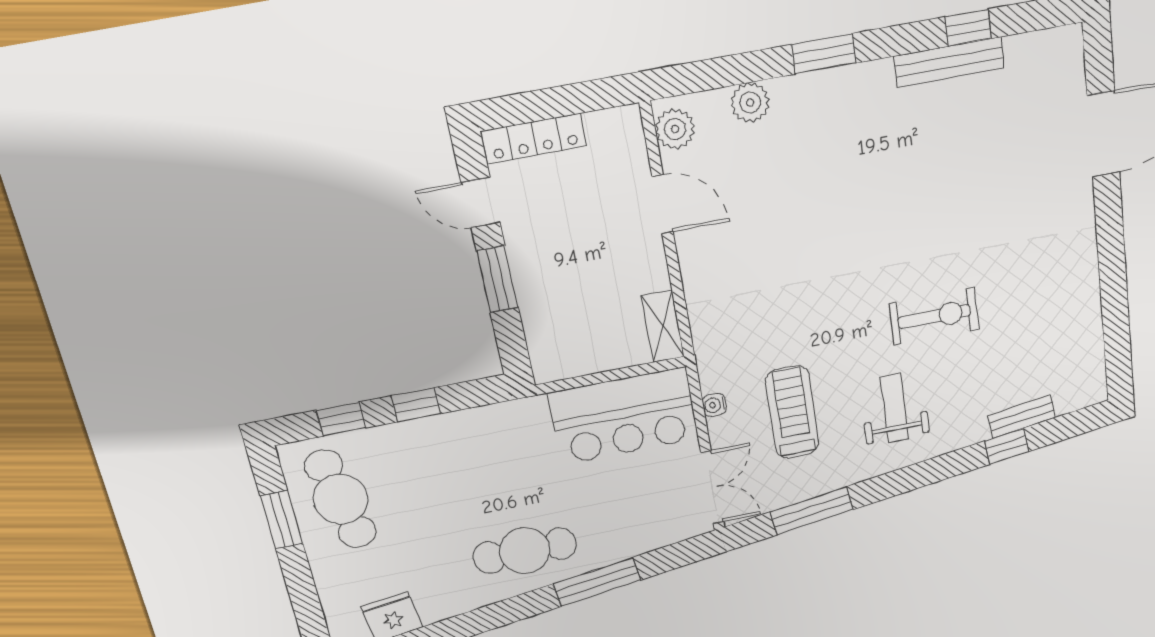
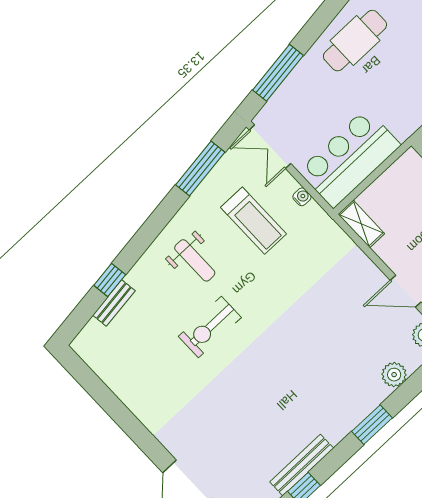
window: (597, 582) -> (278, 73), moved

